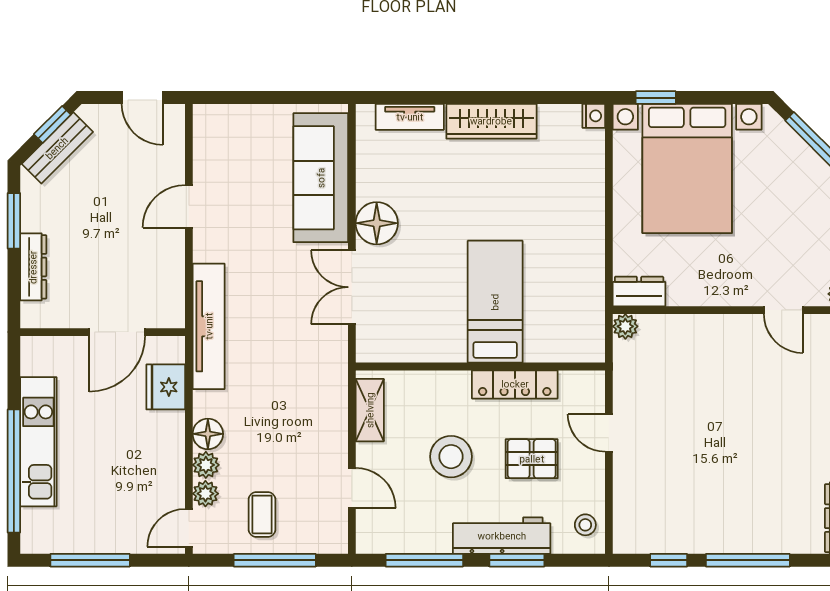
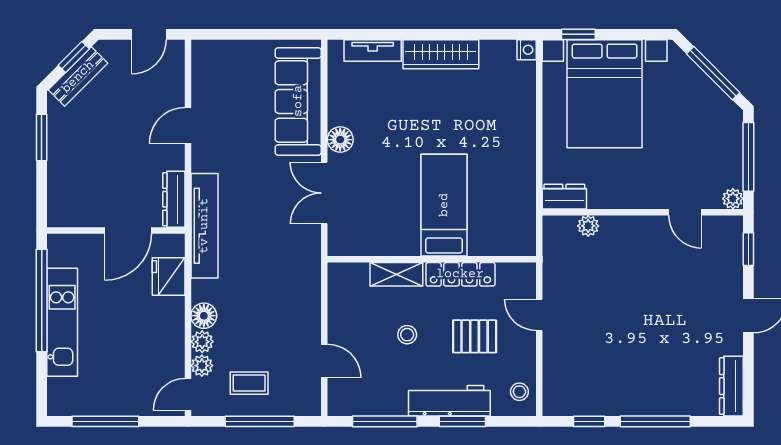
door: (142, 98) -> (149, 34), hinge flipped
floor lamp: (377, 223) -> (340, 140), width x0.73, depth x0.73
dresser: (33, 267) -> (174, 199), moved, turned 180
plant: (625, 326) -> (588, 226), moved
shelving: (370, 410) -> (396, 274), moved, turned 90
stool: (451, 457) -> (407, 335), width x0.53, depth x0.53
window: (14, 471) -> (42, 300), moved
coffee table: (262, 514) -> (249, 383), turned 90

